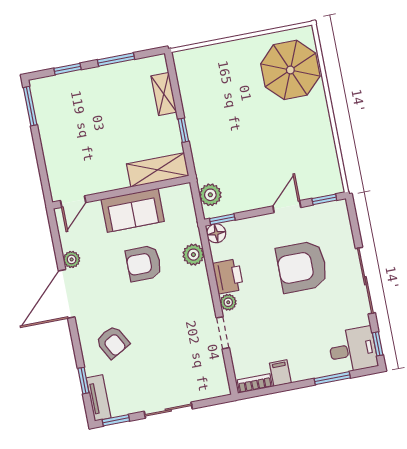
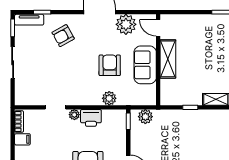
shelving: (158, 170) -> (168, 59), moved
floor lamp: (216, 233) -> (120, 116), removed
plant: (72, 259) -> (126, 24), width x1.87, depth x1.87

